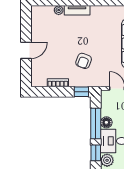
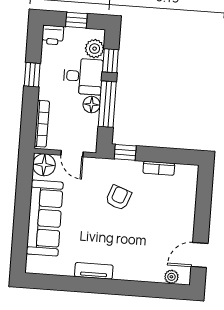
plant: (59, 10) -> (171, 277), moved
tv unit: (77, 10) -> (94, 271), moved
door: (26, 50) -> (199, 255), moved

